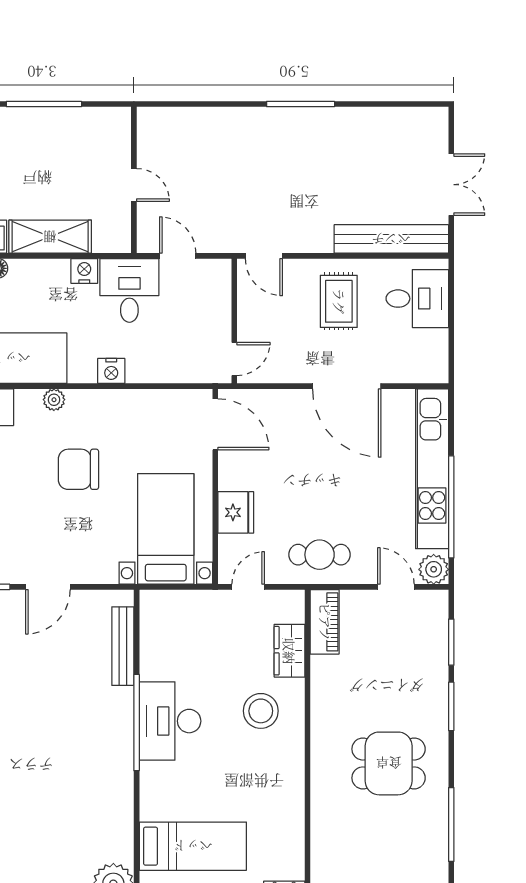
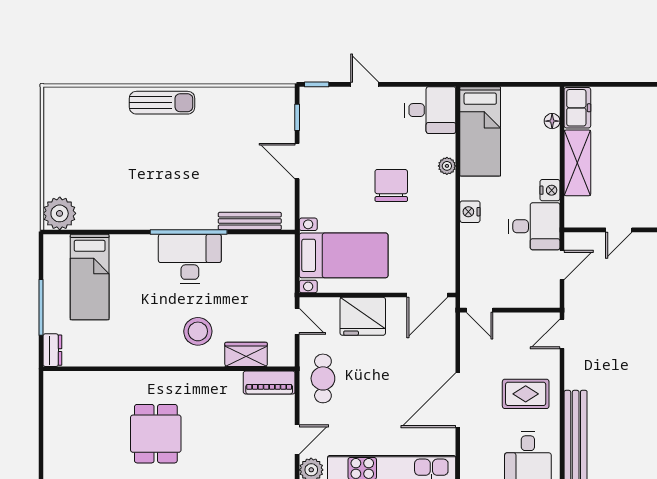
fridge: (236, 512) -> (363, 316), width x1.36, depth x1.34

